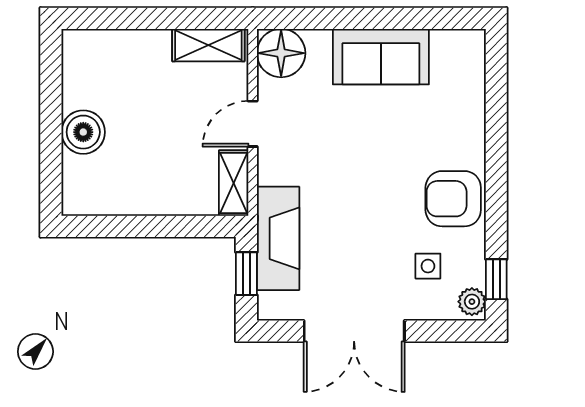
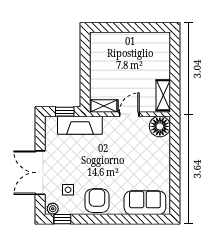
sofa: (381, 57) -> (145, 203), moved, turned 90
door: (253, 124) -> (129, 114), hinge flipped
boiler: (83, 132) -> (126, 41), removed
double door: (354, 331) -> (40, 173), moved

